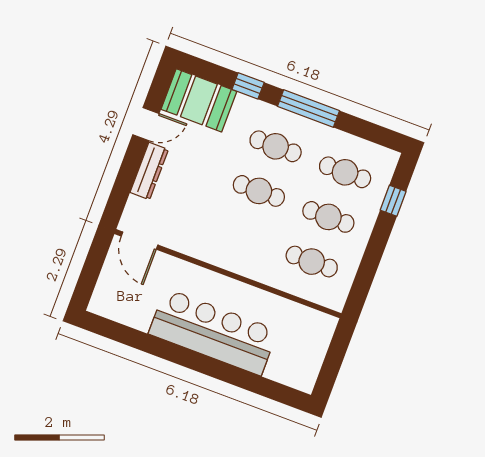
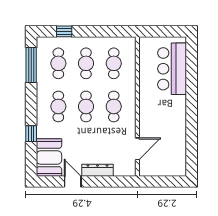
window: (308, 109) -> (31, 65), moved
cafe table: (242, 236) -> (114, 106), added
door: (140, 241) -> (137, 149), moved
bar counter: (213, 332) -> (172, 69), moved, width x0.73

